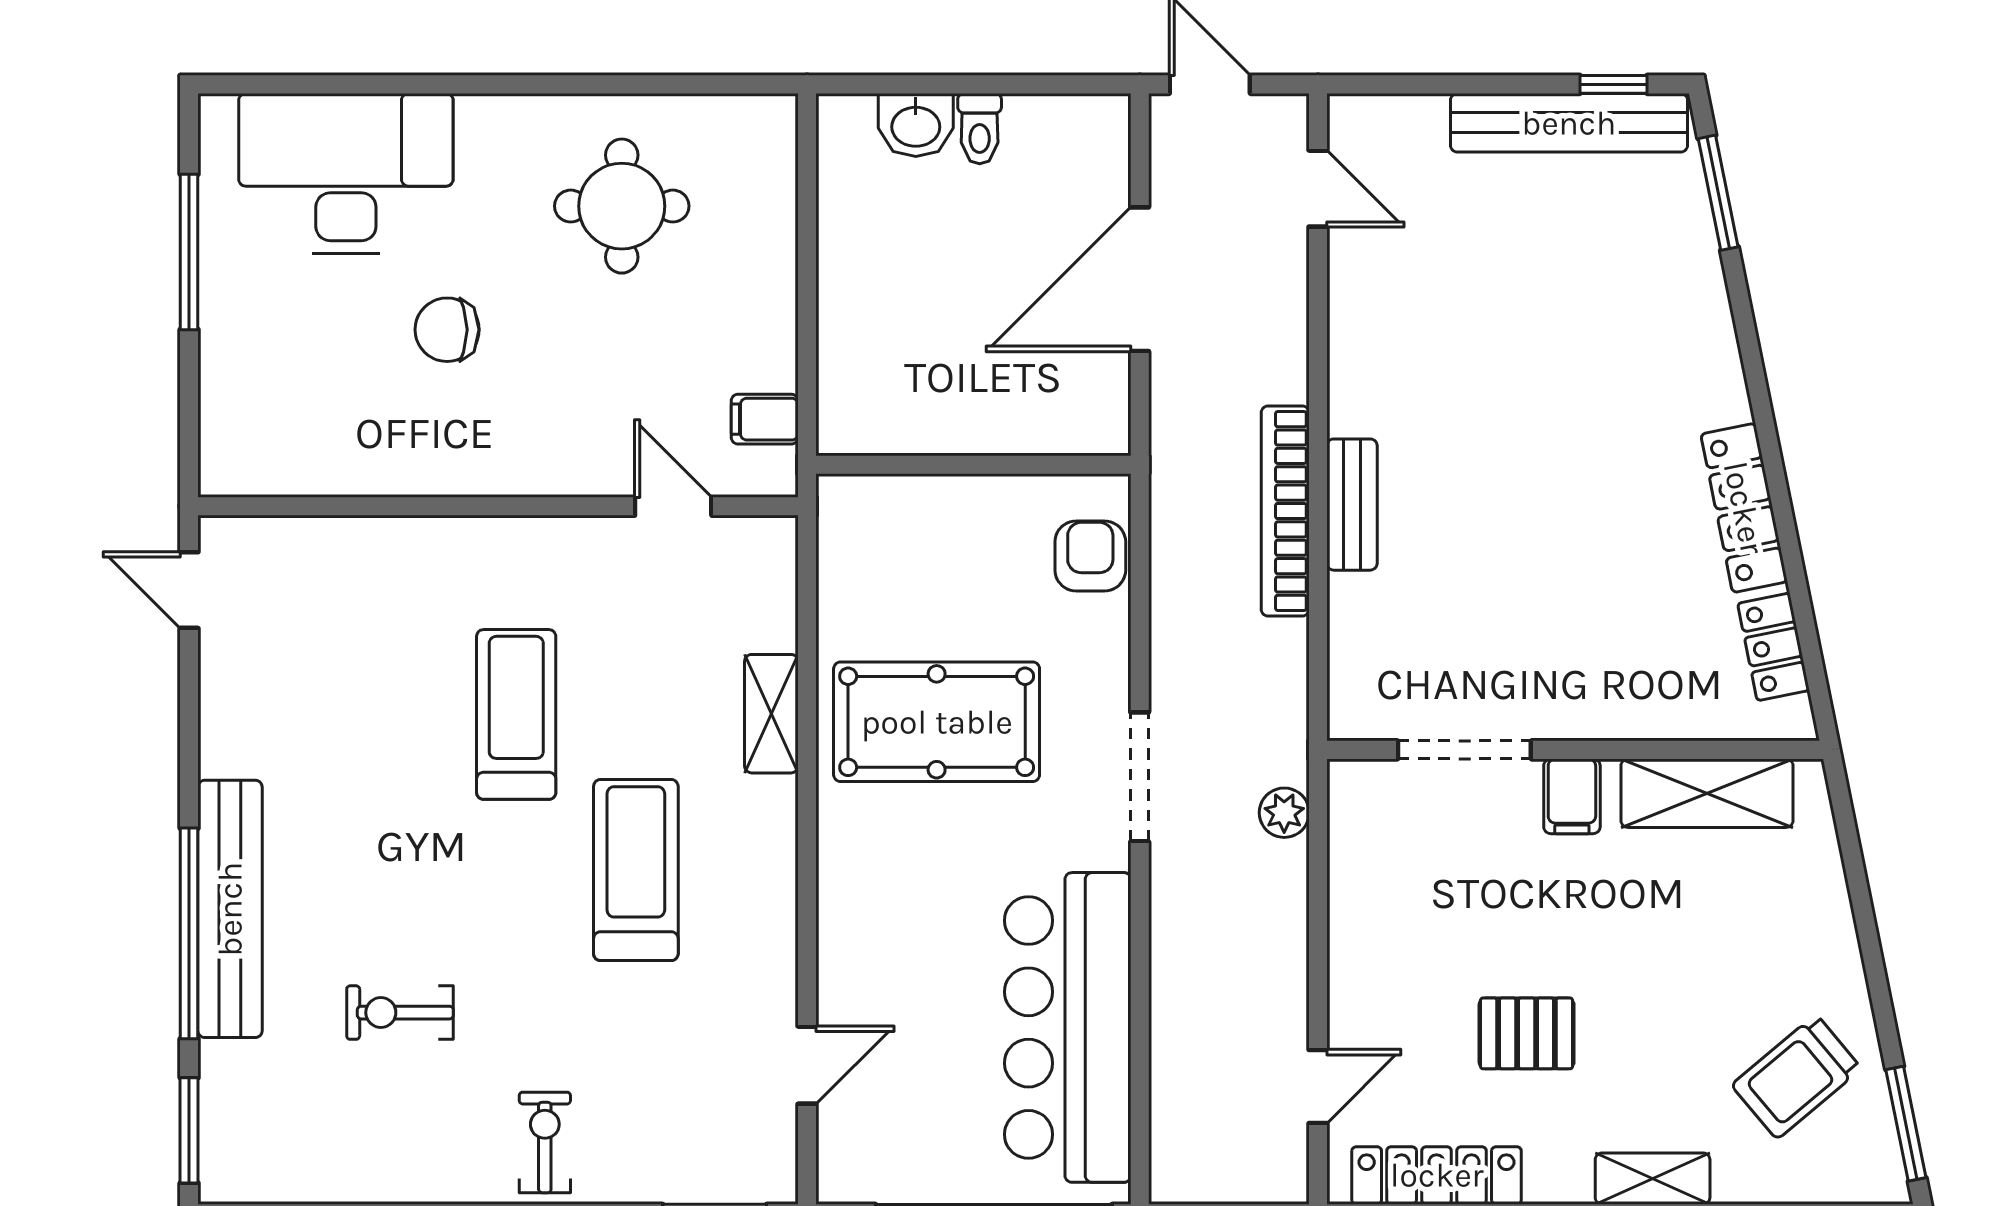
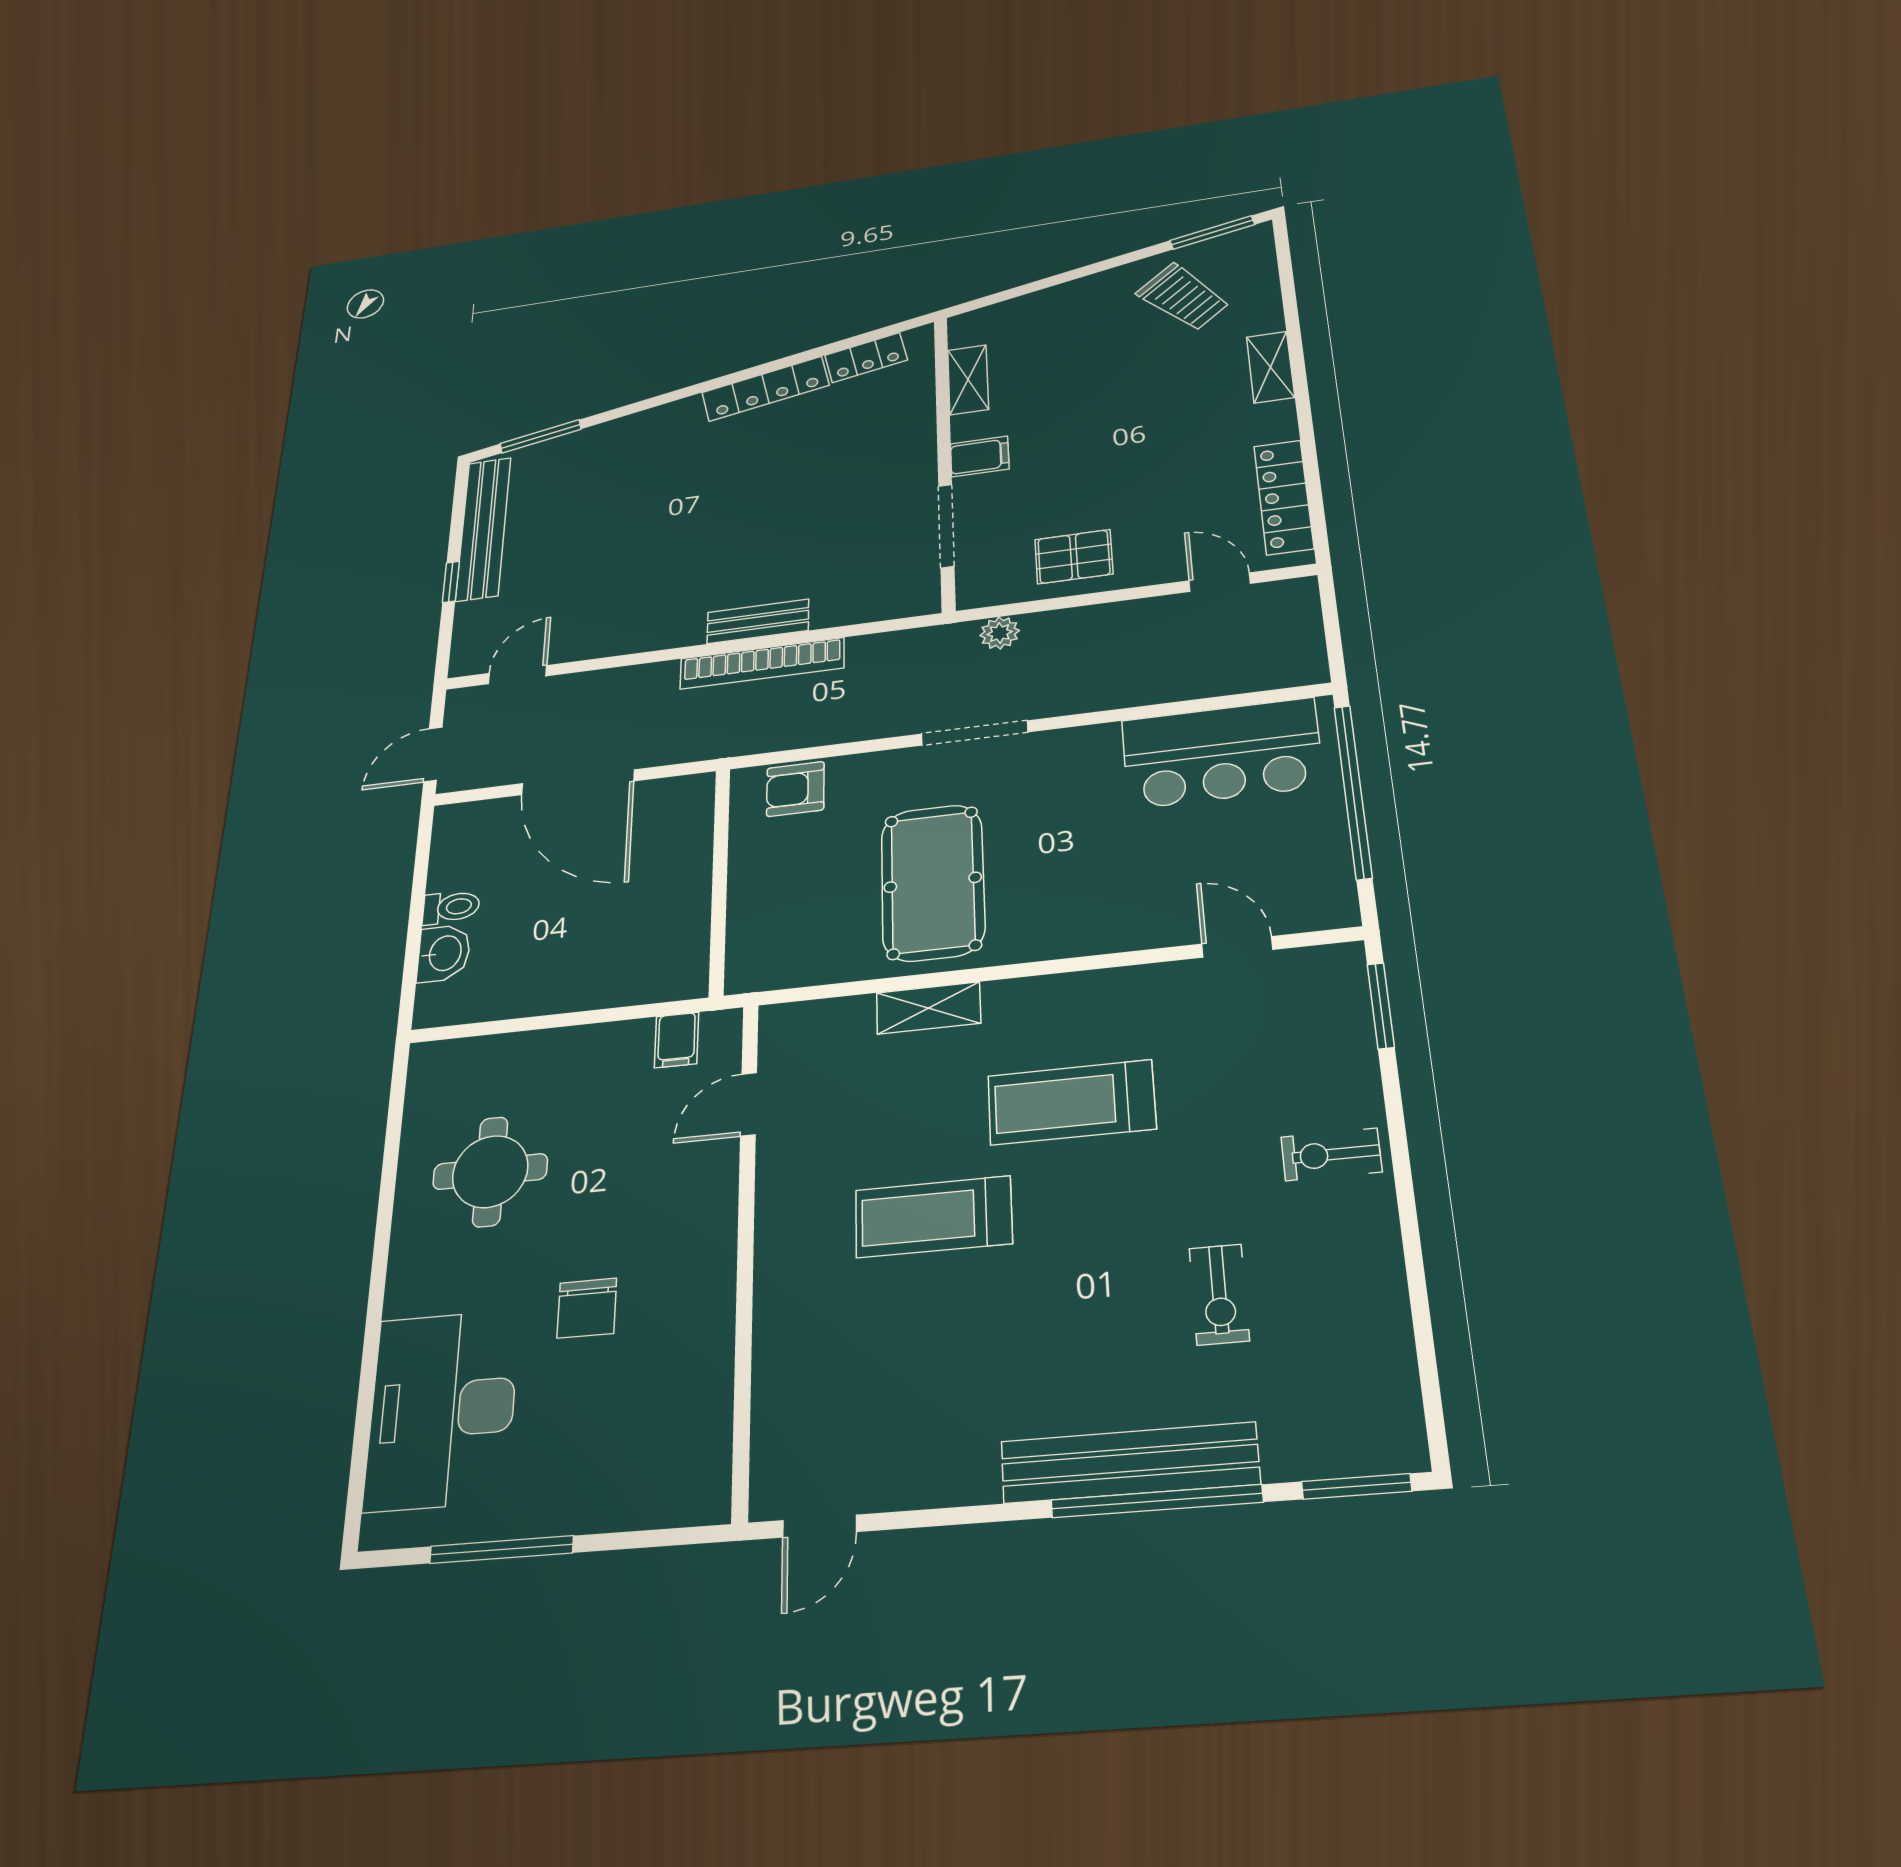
window: (1613, 84) -> (451, 582), moved
shelving: (1707, 793) -> (968, 380), width x0.67, depth x0.75
bar counter: (1068, 1027) -> (1222, 753), width x0.73
pallet: (1527, 1033) -> (1074, 557), moved, turned 90

